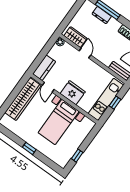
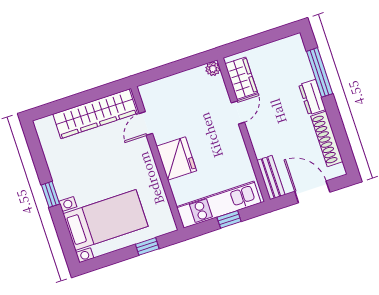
dresser: (102, 15) -> (312, 97), moved
kitchen counter: (44, 68) -> (161, 90), removed
bed with nightstands: (59, 122) -> (106, 220), moved, turned 180
window: (77, 156) -> (147, 246), moved

